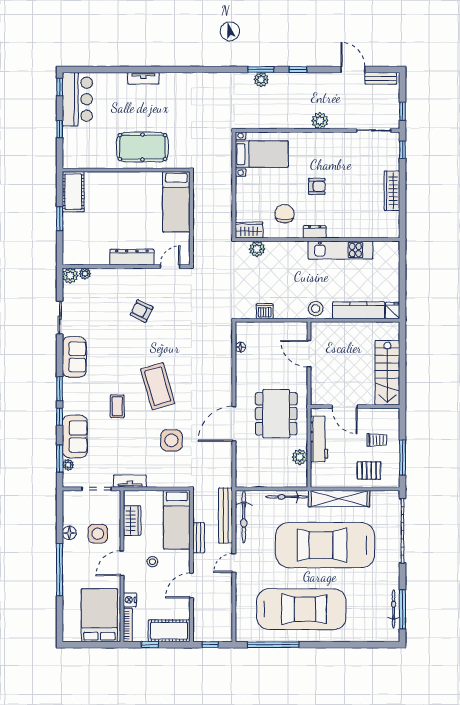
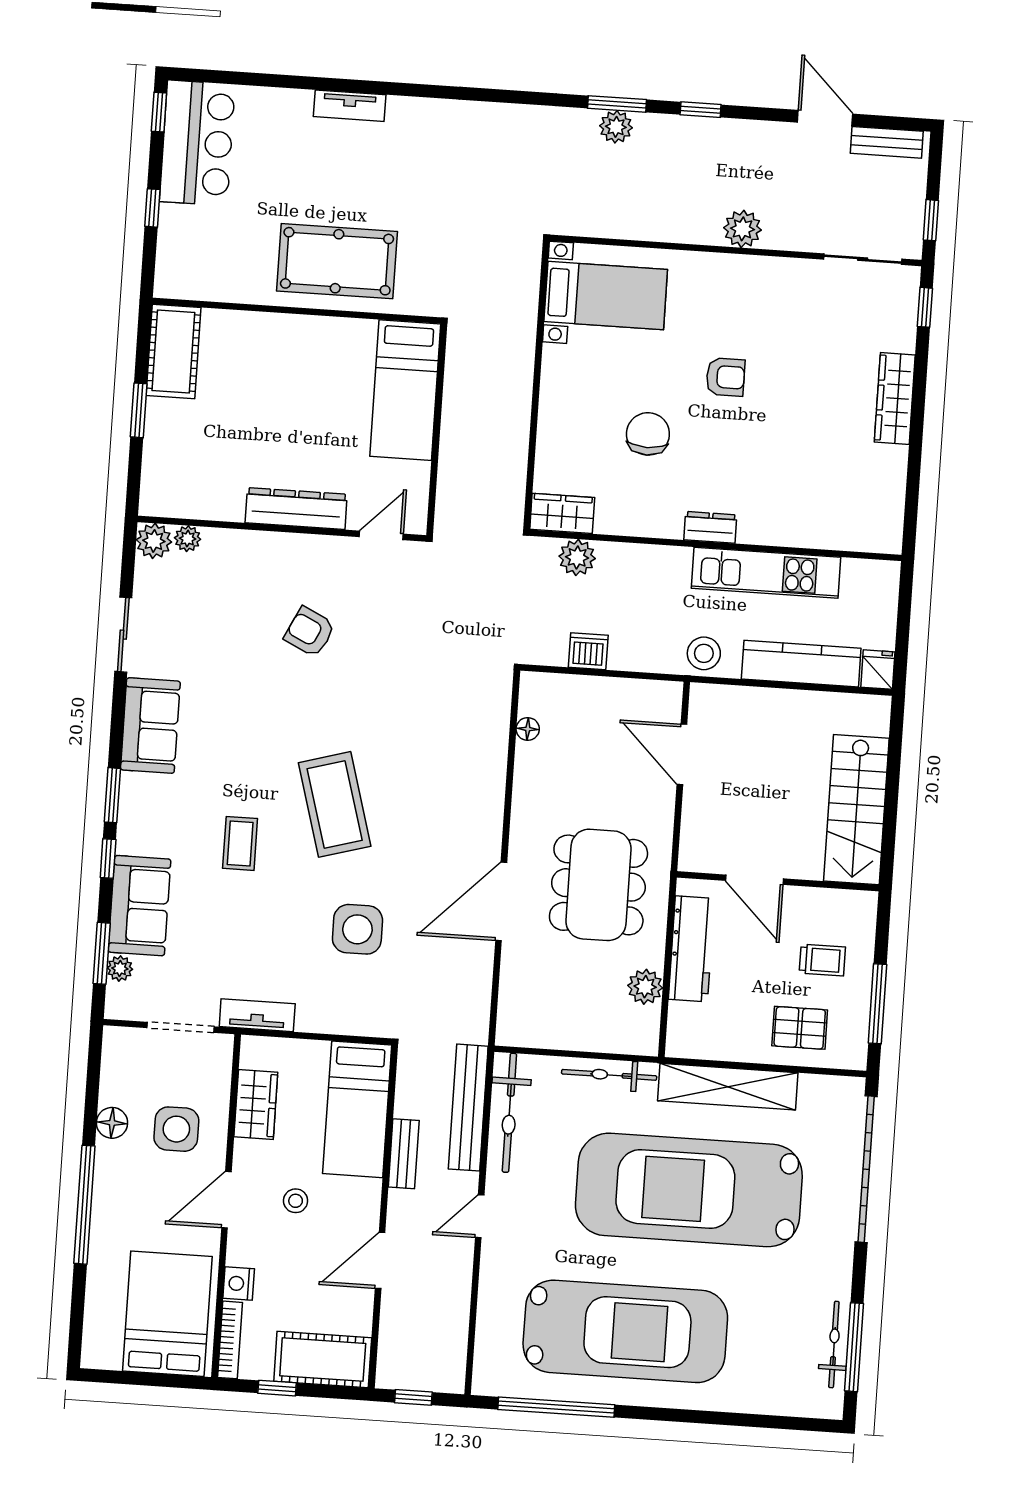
wardrobe: (249, 230) -> (562, 513), moved
dresser: (315, 232) -> (710, 527), moved
wall: (317, 239) -> (715, 545), moved
plant: (257, 249) -> (577, 557), moved
kitchen unit: (341, 250) -> (766, 573), moved

